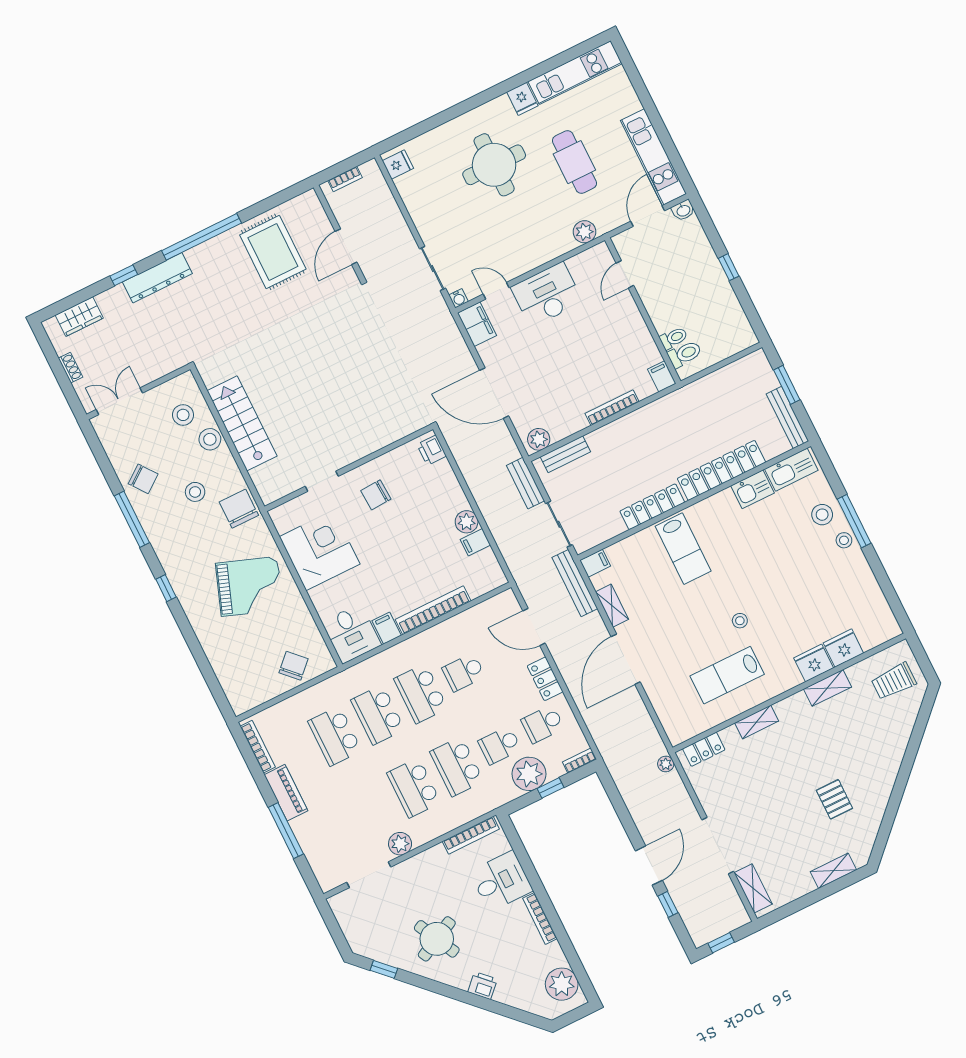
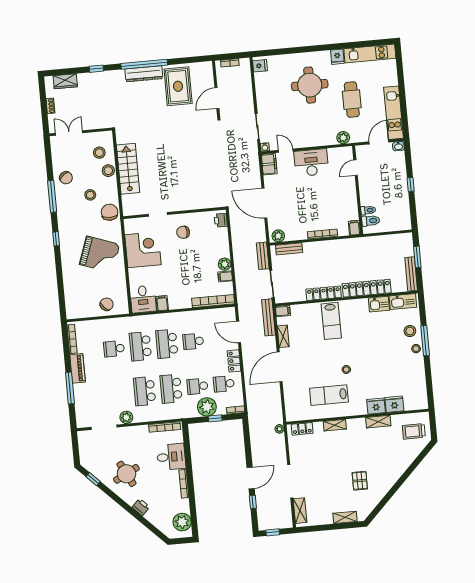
dresser: (157, 278) -> (144, 74), moved
bookcase: (433, 610) -> (213, 301), moved
school desk: (335, 736) -> (114, 349), width x0.54

